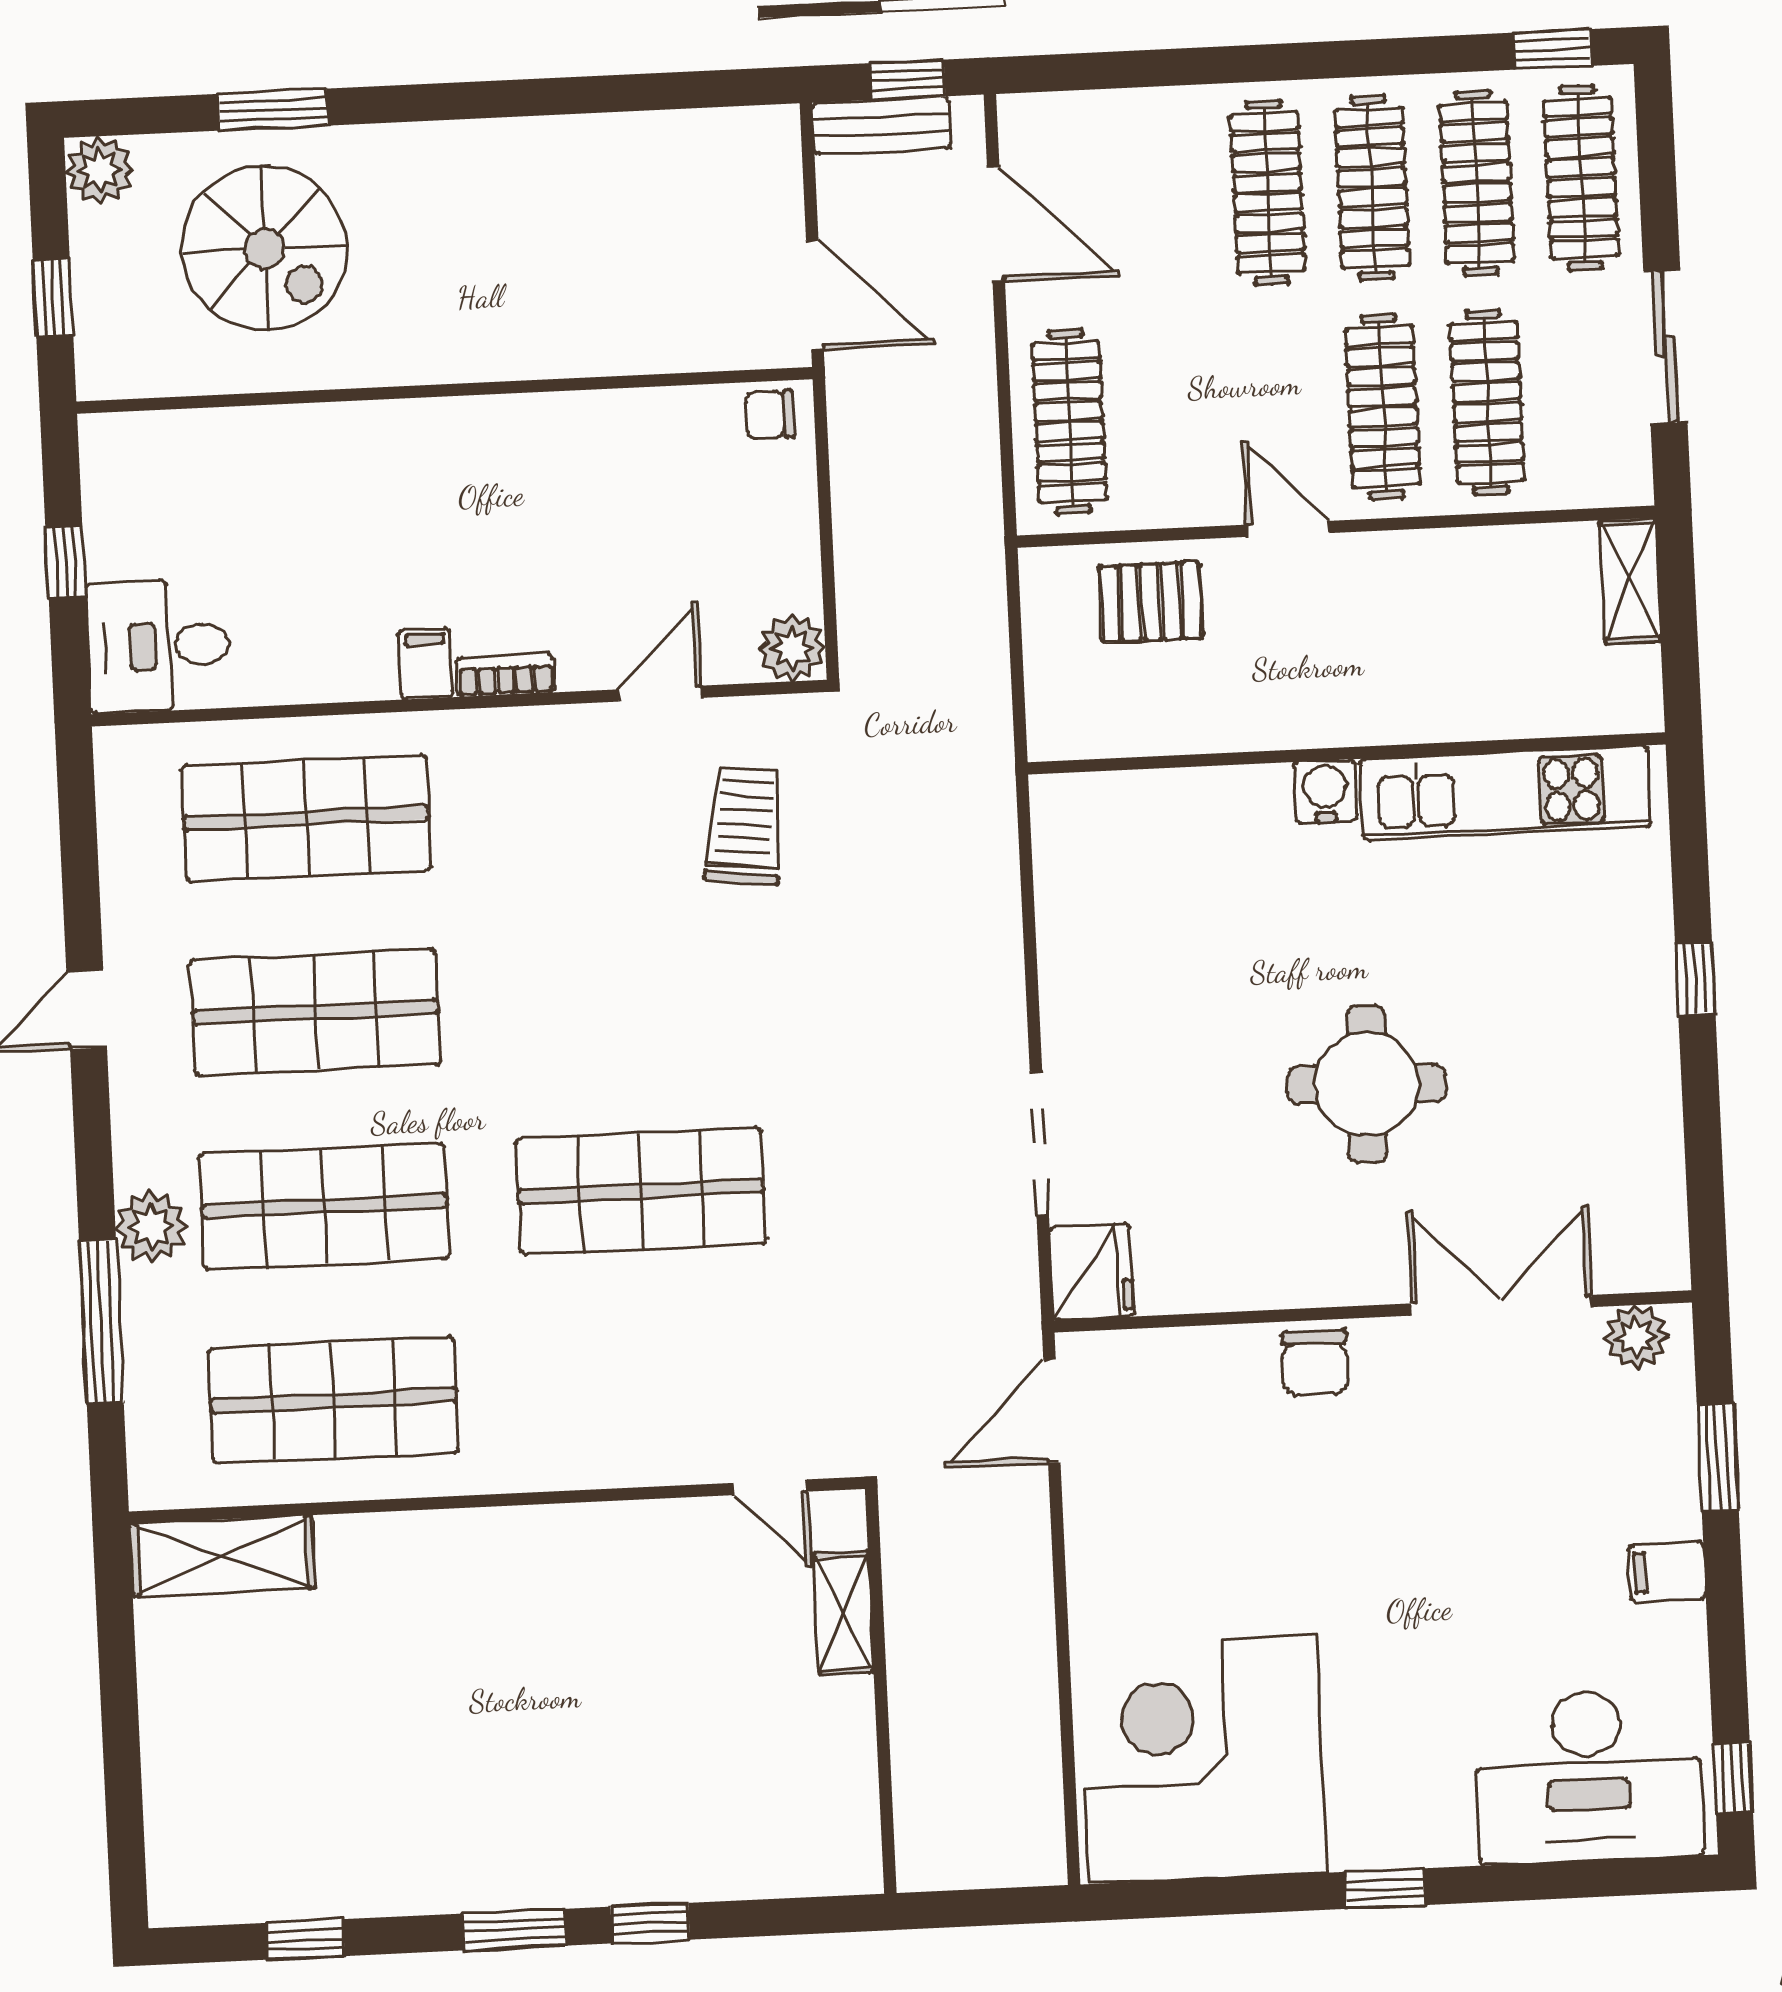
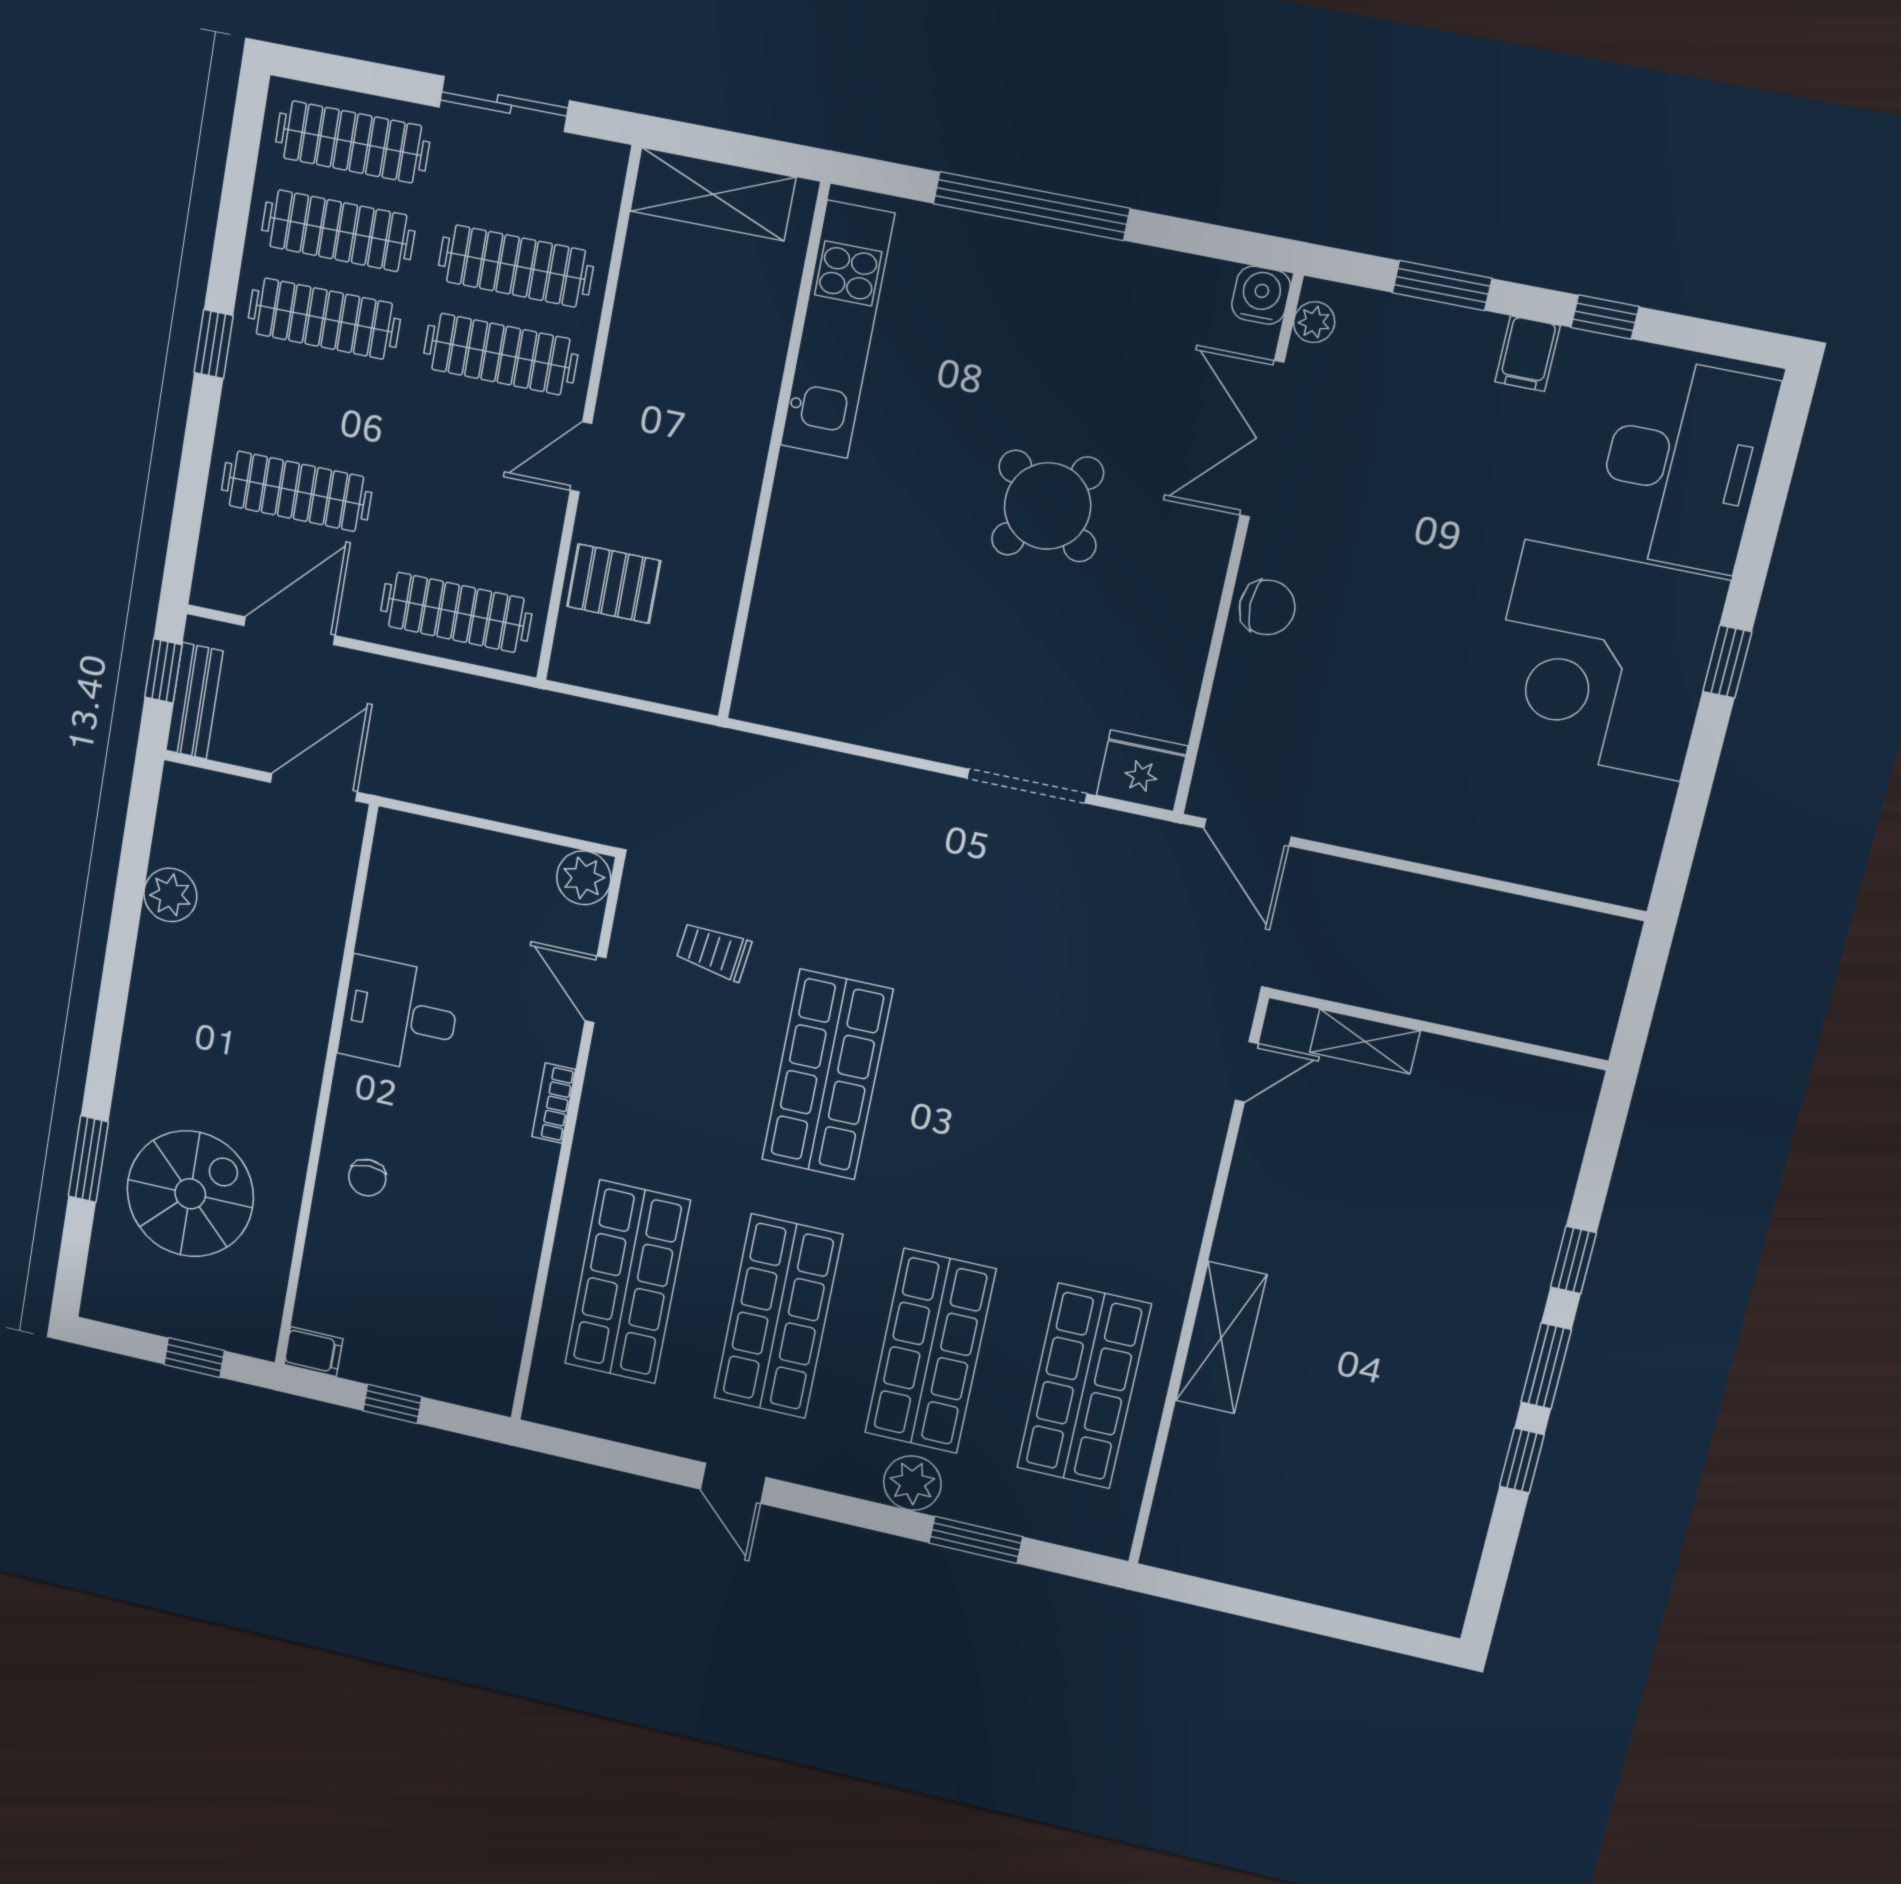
window: (1552, 49) -> (214, 344), moved
plant: (99, 170) -> (170, 895), moved
clothes rail: (1268, 193) -> (296, 491), moved
chair: (770, 415) -> (367, 1178), moved
shelving: (1630, 581) -> (713, 194), width x1.50, depth x1.33
pallet: (1151, 602) -> (614, 584), turned 90
desk: (158, 646) -> (399, 1015), moved, turned 90
filing cabinet: (425, 664) -> (313, 1352), moved, turned 180
water cooler: (1325, 791) -> (1261, 295), moved, turned 90
trolley: (745, 825) -> (714, 951), width x0.73, depth x0.72
window: (1695, 979) -> (1031, 206), width x3.17
round table: (1367, 1084) -> (1048, 506), turned 37
shop shelf: (641, 1191) -> (827, 1075), moved
window: (101, 1322) -> (976, 1540), width x0.69
plant: (1636, 1337) -> (1314, 322), width x0.73, depth x0.73
shelving: (222, 1556) -> (1221, 1338), moved
corner desk: (1203, 1759) -> (1603, 661), moved
window: (1733, 1778) -> (1605, 317), moved
window: (306, 1939) -> (1522, 1461), moved

